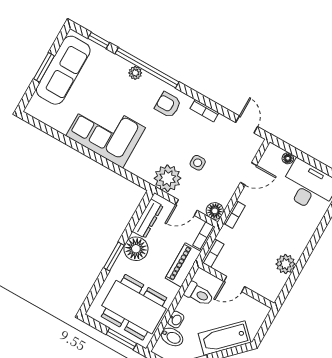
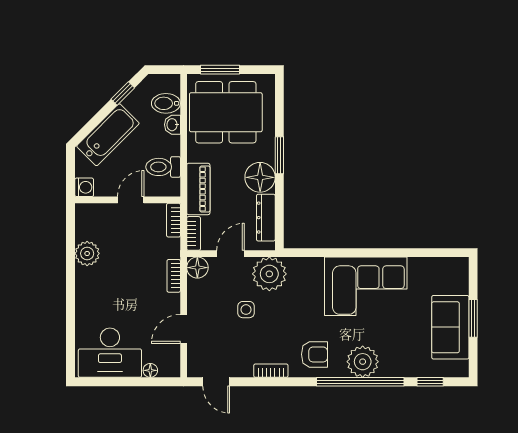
sofa: (63, 70) -> (450, 327), width x0.73
plant: (135, 73) -> (363, 362), width x1.87, depth x1.87
washing machine: (262, 311) -> (84, 187), added

